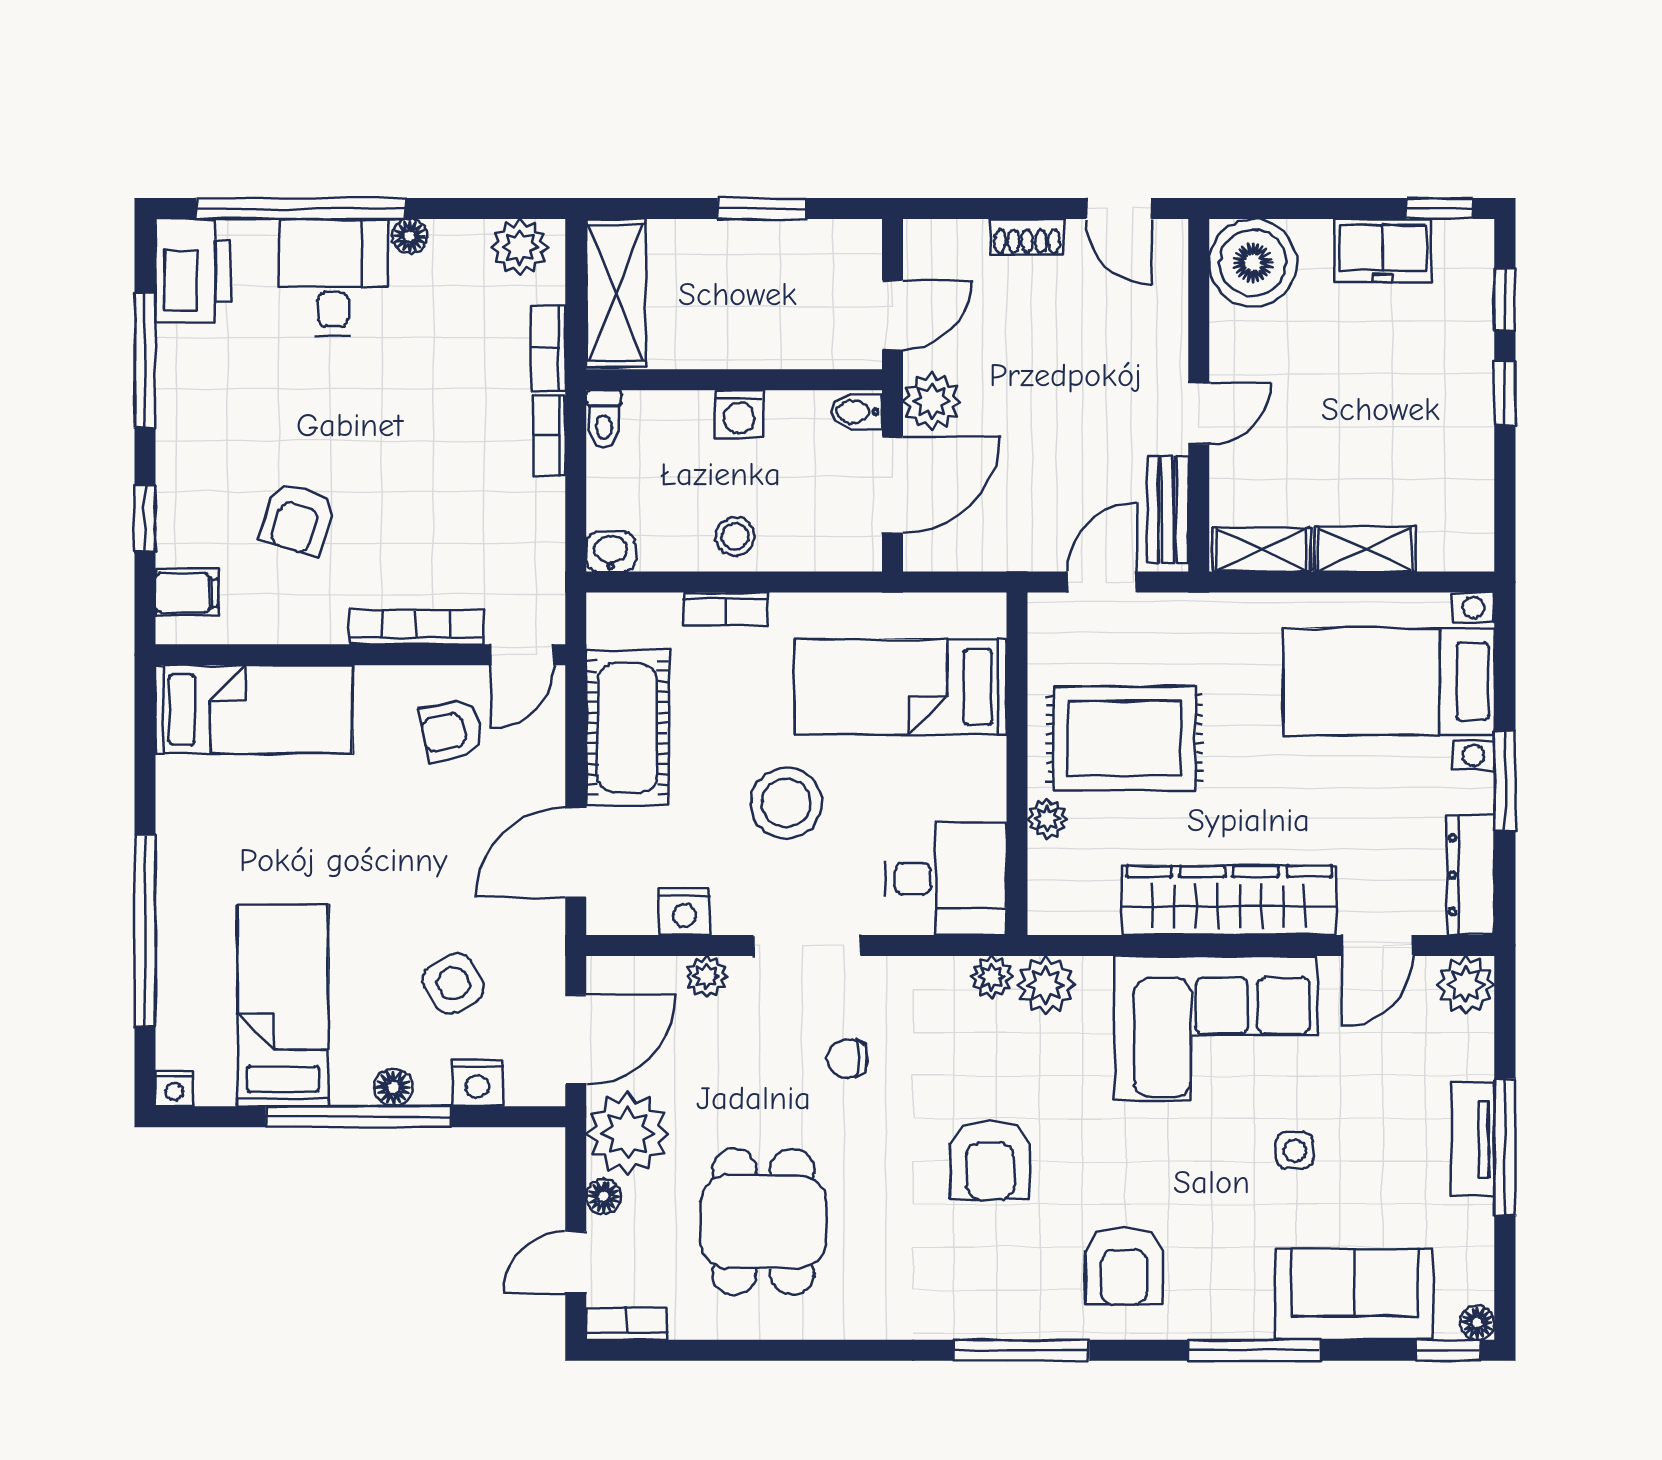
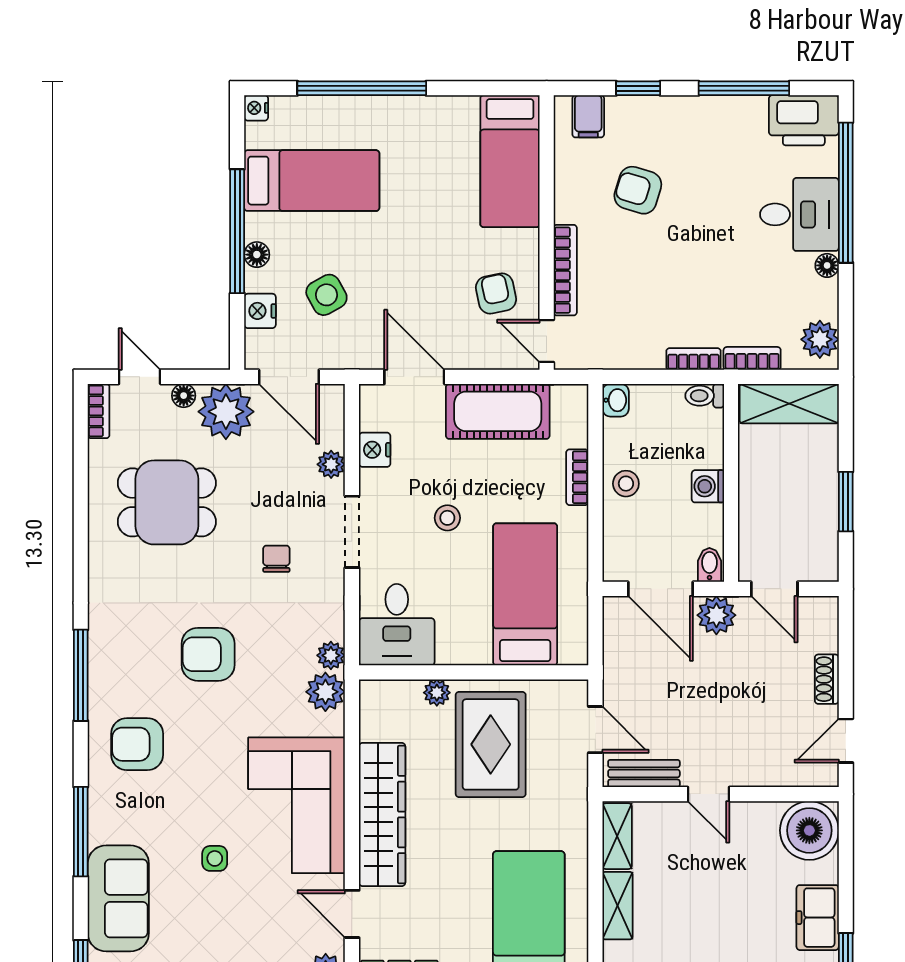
stool: (786, 803) -> (447, 518), width x0.53, depth x0.53

